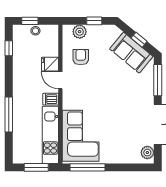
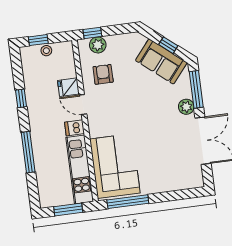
window: (94, 21) -> (92, 33), moved
window: (9, 48) -> (21, 98), moved
plant: (147, 153) -> (186, 107), moved

